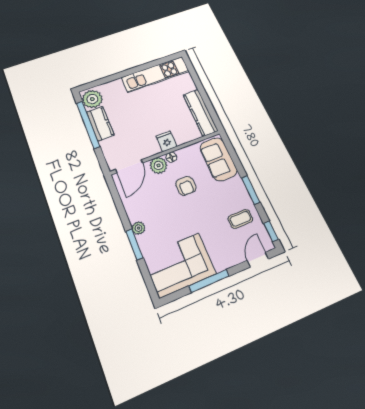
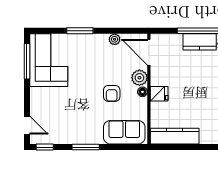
armchair: (186, 186) -> (112, 93), turned -90
coffee table: (240, 219) -> (65, 127), removed
plant: (138, 228) -> (115, 39), moved
window: (209, 281) -> (27, 61), moved

